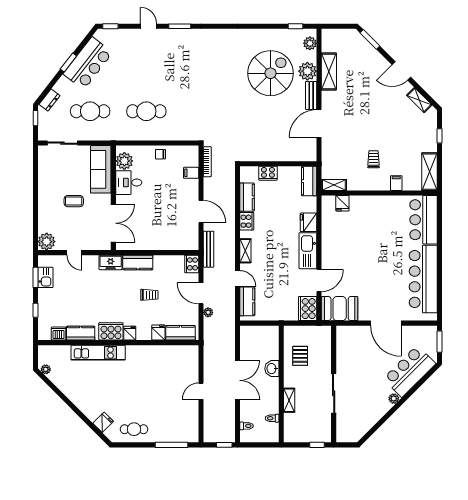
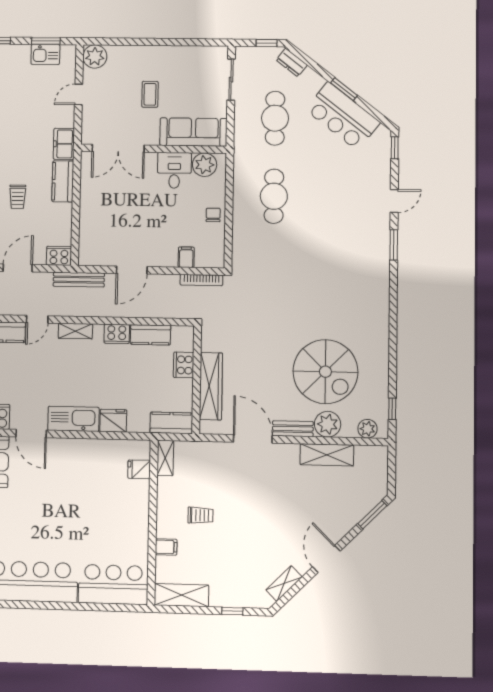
wardrobe: (283, 154) -> (211, 386), added

